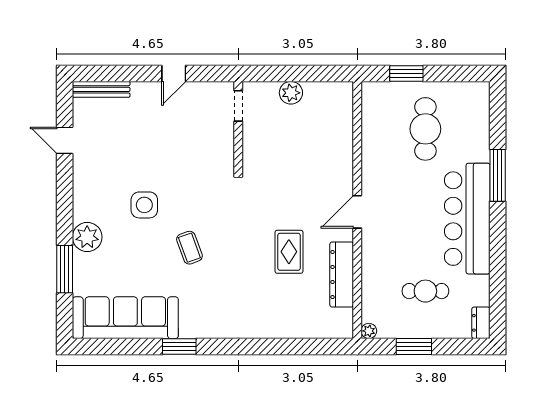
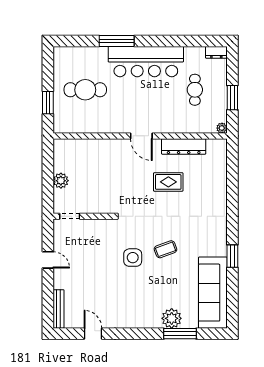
door: (65, 140) -> (93, 334), swing flipped
side table: (144, 205) -> (133, 258), moved
plant: (87, 237) -> (172, 318), moved

